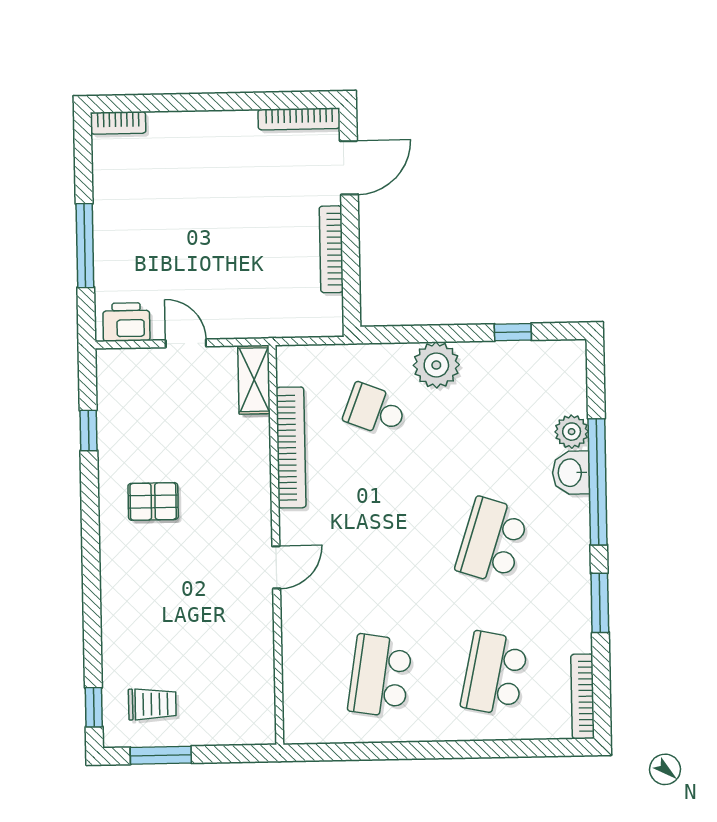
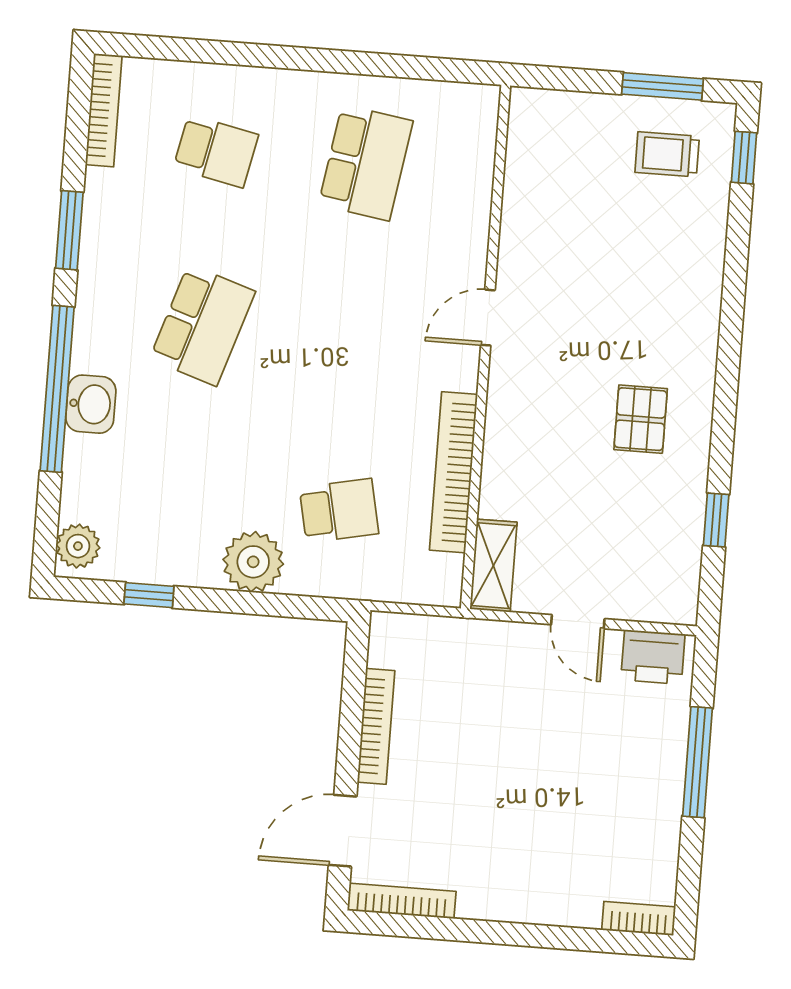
school desk: (375, 410) -> (339, 511), turned -33
plant: (572, 432) -> (78, 546), moved
pallet: (153, 501) -> (641, 419), turned 90
school desk: (495, 674) -> (216, 151), width x0.54

